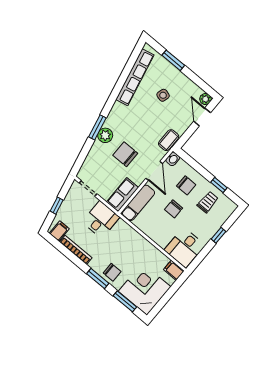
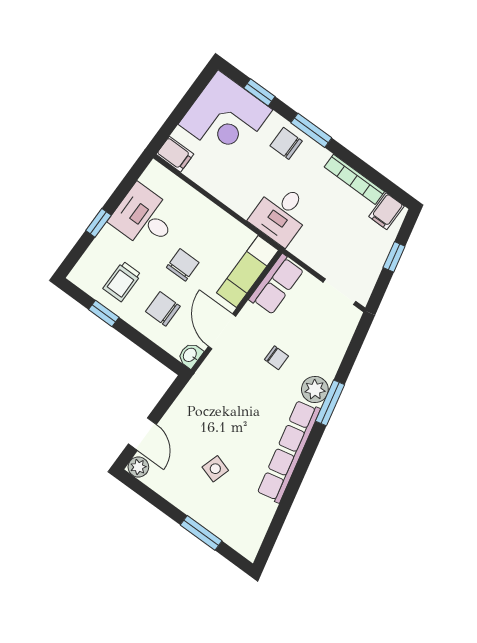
row of seats: (135, 77) -> (289, 451), moved
coffee table: (169, 140) -> (200, 388), removed
chair: (125, 154) -> (276, 358), width x0.54, depth x0.54
desk: (101, 219) -> (281, 214), moved
desk: (185, 248) -> (144, 217), moved, turned -90
window: (125, 301) -> (259, 92), width x0.67

